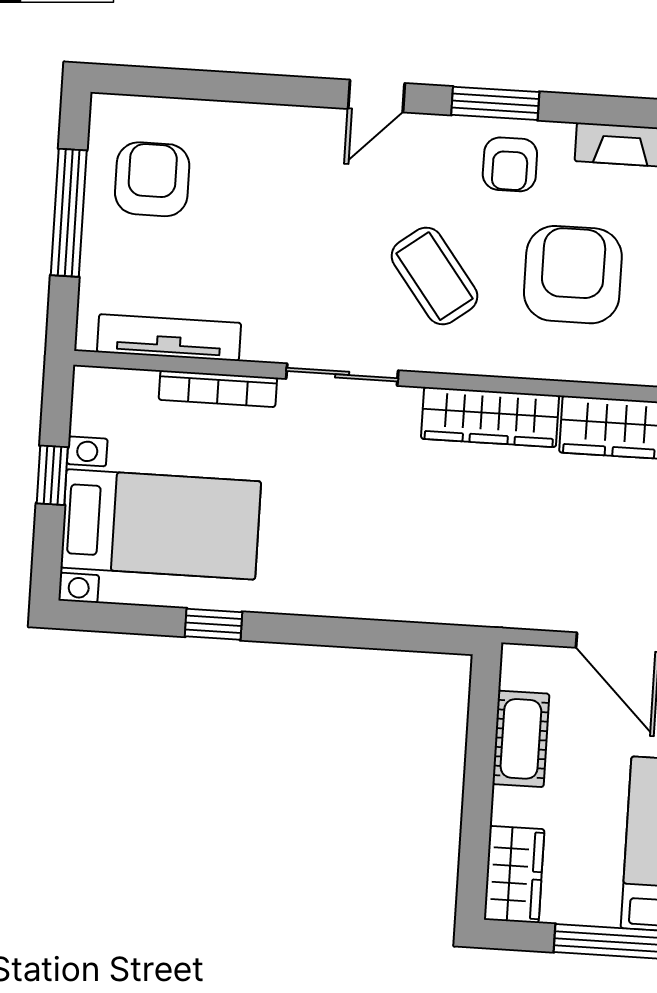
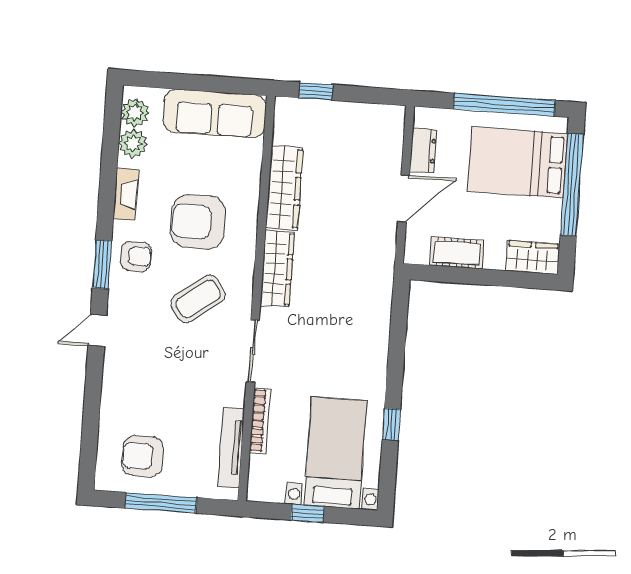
door: (376, 96) -> (97, 331), swing flipped

